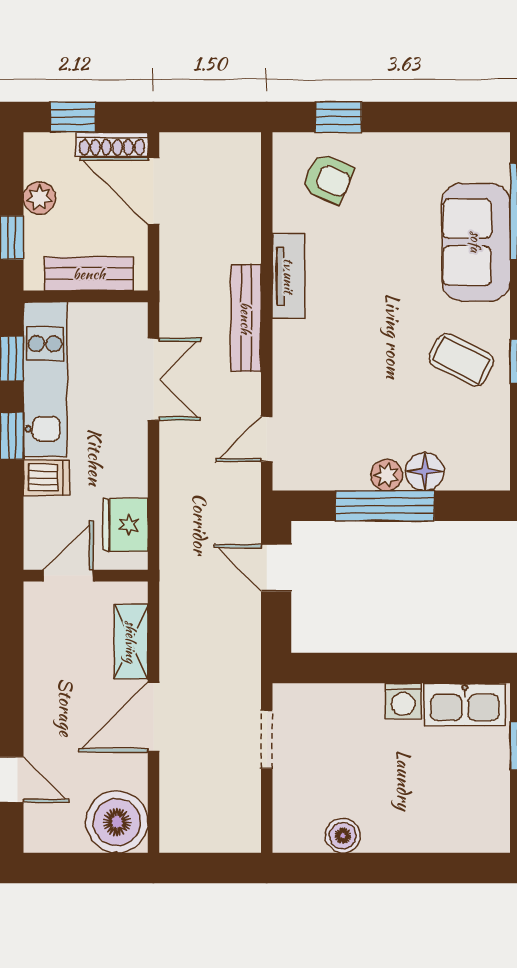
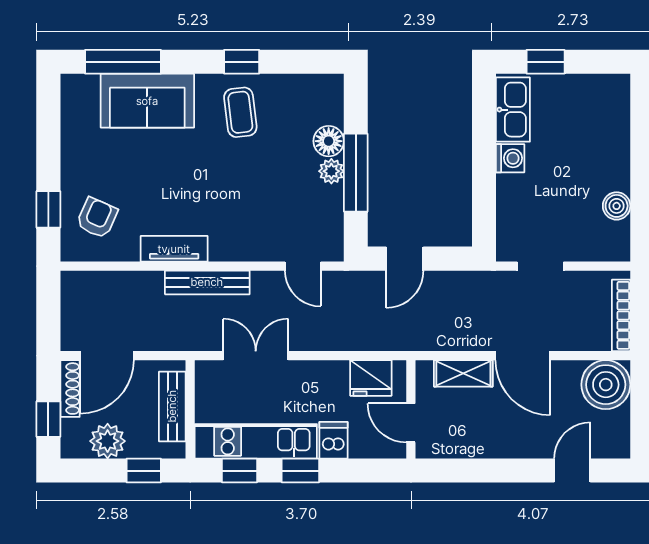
plant: (39, 198) -> (108, 441), width x1.38, depth x1.38
coffee table: (461, 360) -> (240, 112), turned -34
bookcase: (204, 841) -> (621, 315), added

